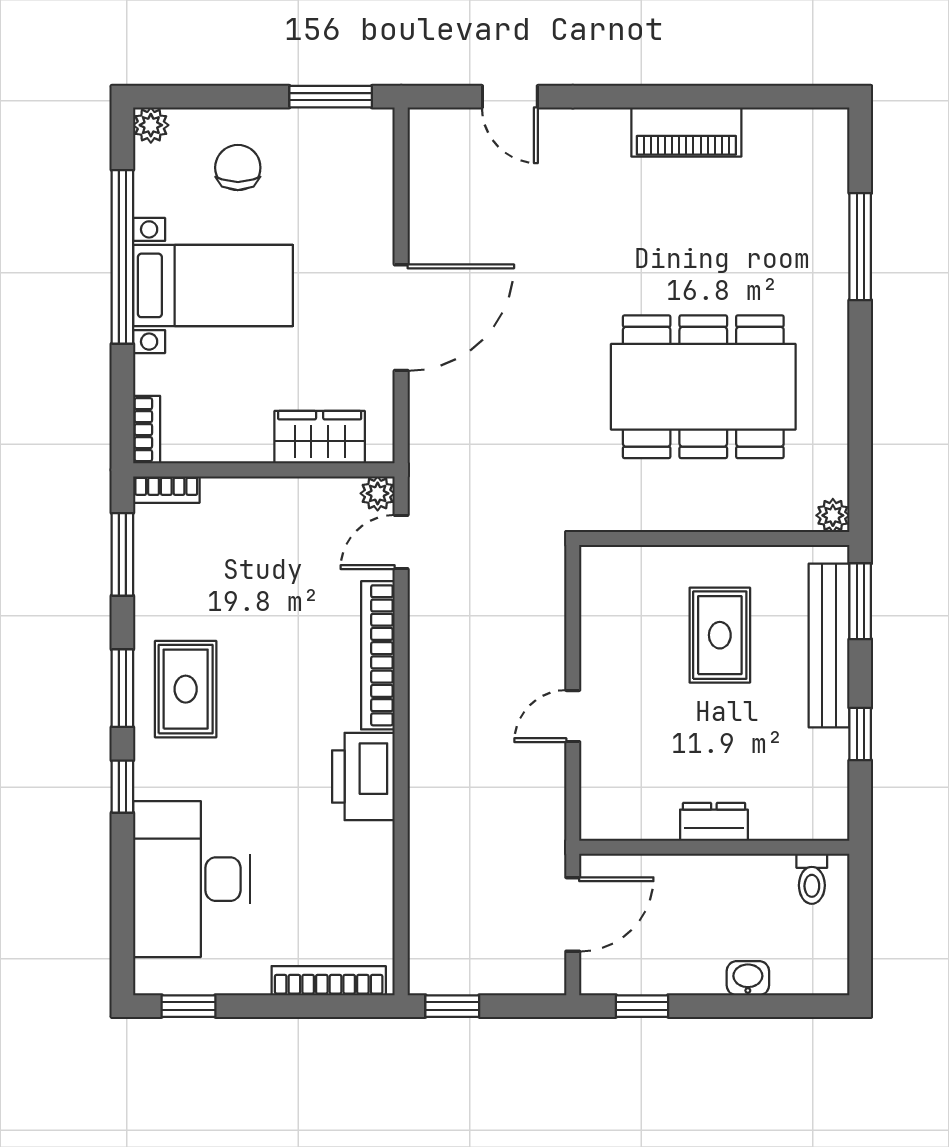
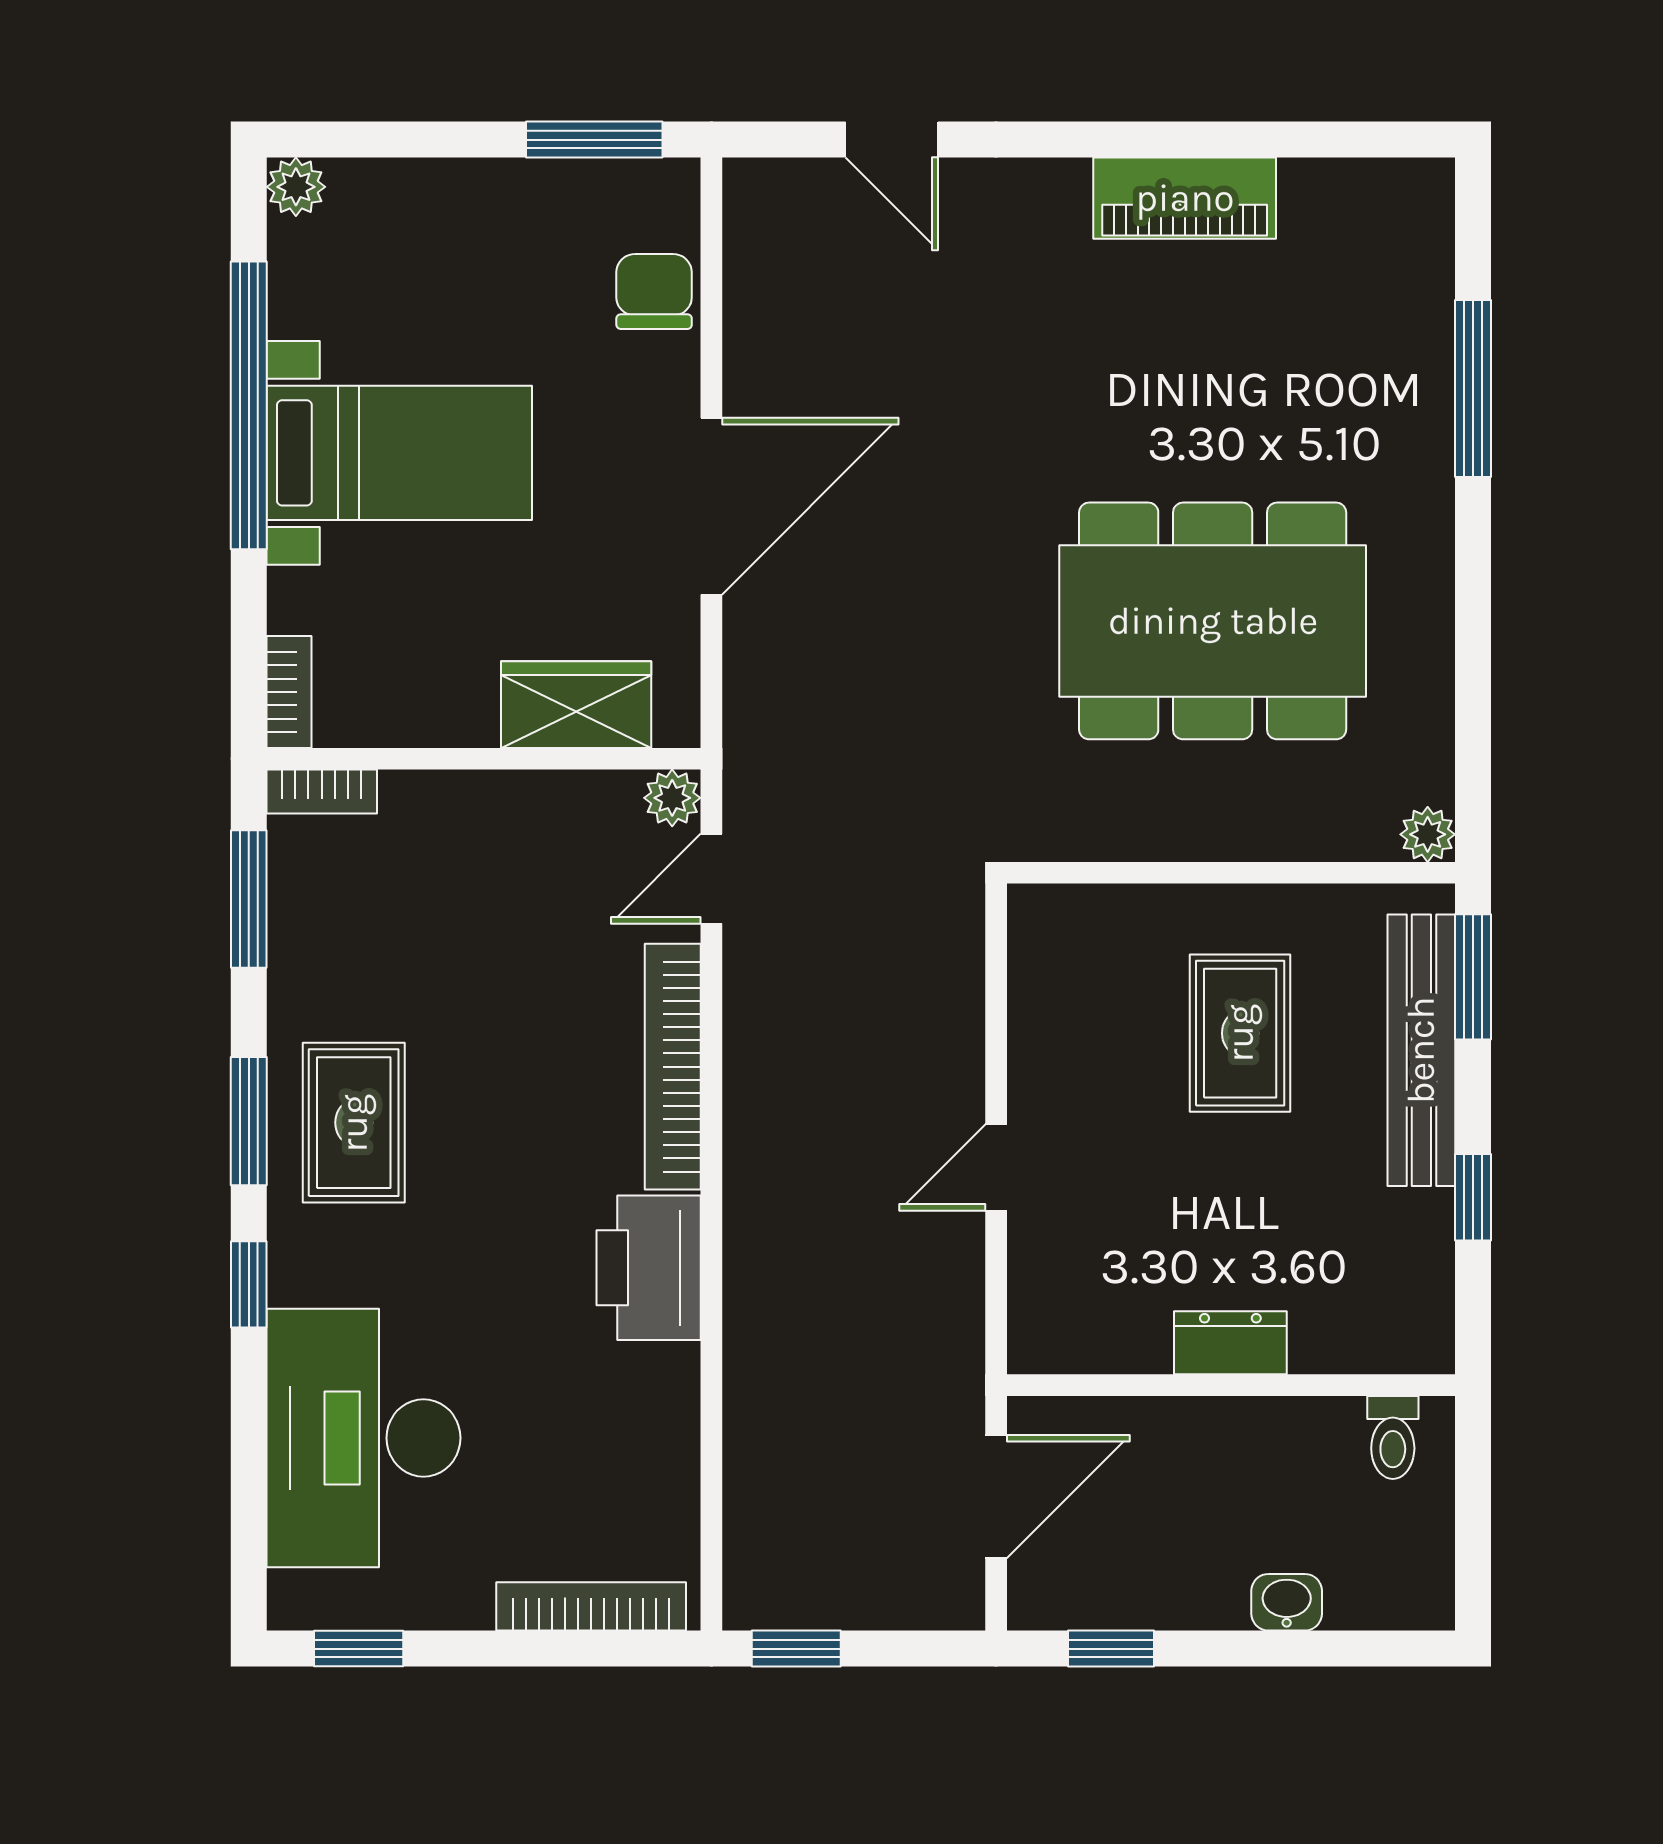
chair: (238, 168) -> (654, 292), moved

